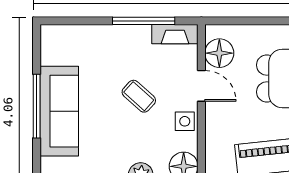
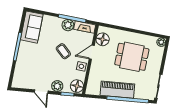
plant: (137, 37) -> (68, 25), added
door: (201, 86) -> (92, 52), swing flipped
sofa: (59, 111) -> (32, 27), moved, width x0.73

